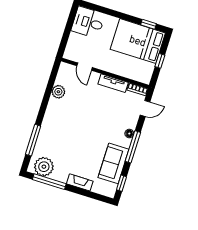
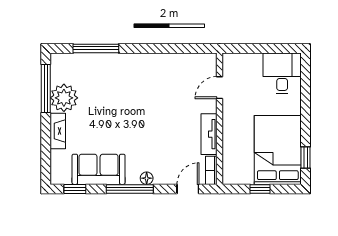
plant: (58, 92) -> (174, 62), removed
door: (145, 108) -> (188, 189), swing flipped
plant: (44, 167) -> (64, 98), moved

